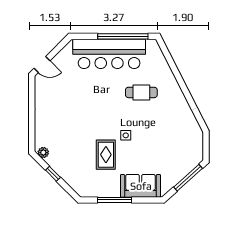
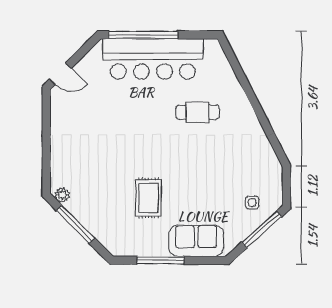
window: (123, 36) -> (143, 35), moved
side table: (126, 135) -> (252, 203), moved
window: (53, 174) -> (75, 224), width x2.17

